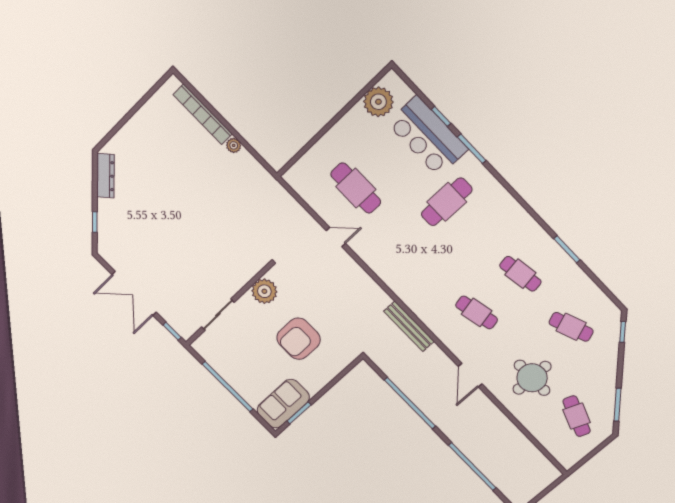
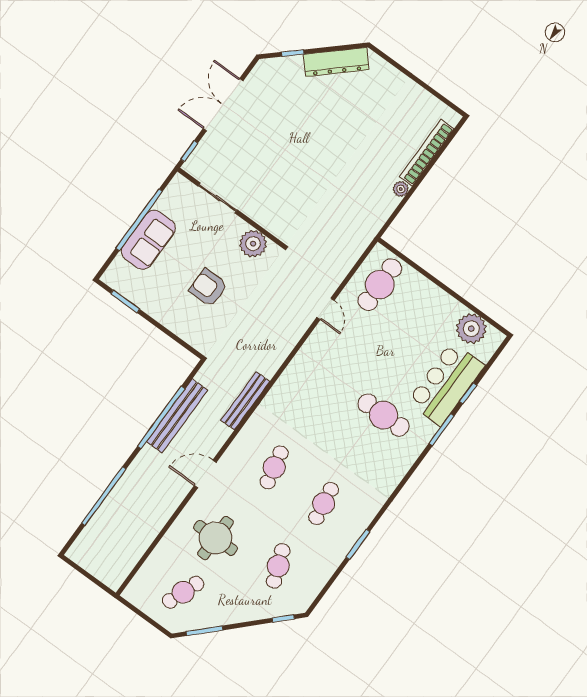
dresser: (105, 176) -> (336, 62), width x1.37, depth x1.24
cafe table: (356, 188) -> (380, 285), moved
armchair: (299, 339) -> (208, 288), width x0.73, depth x0.73
bench: (411, 389) -> (177, 416), added
sofa: (283, 404) -> (148, 240), moved, turned 90

